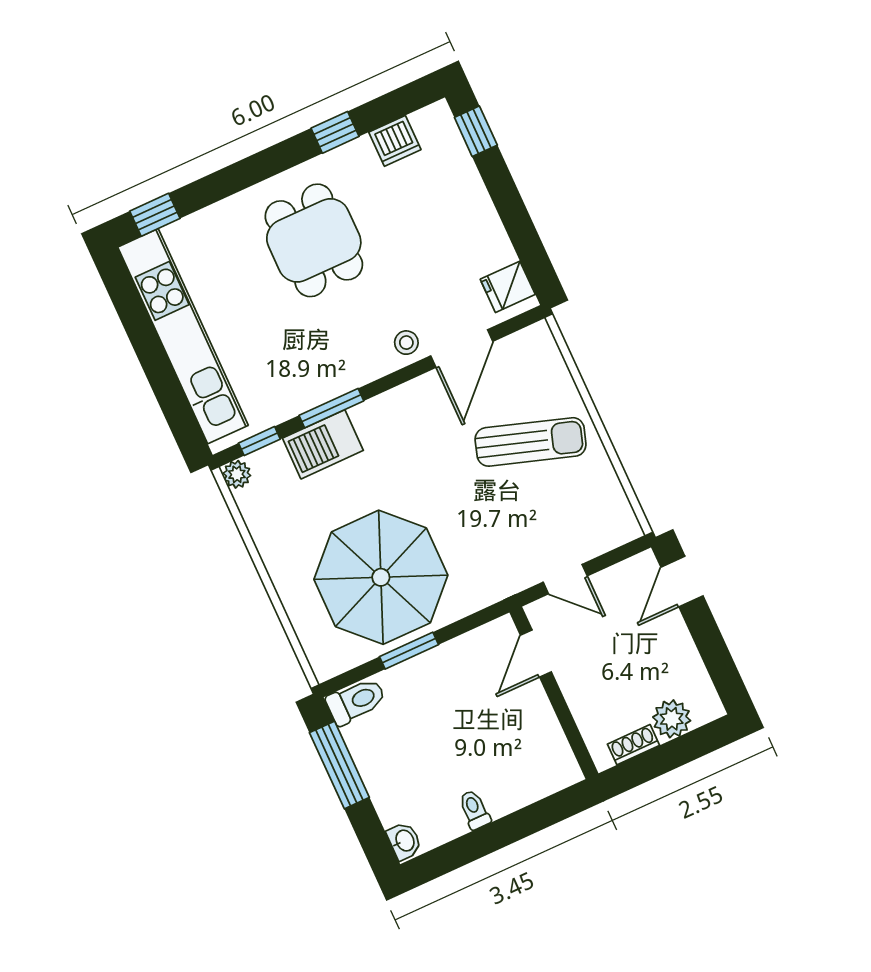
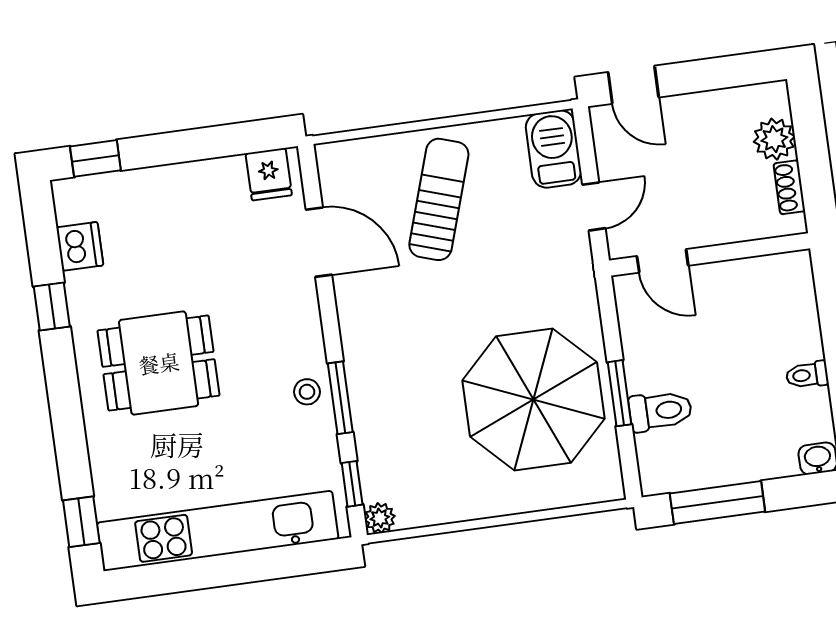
stool: (406, 343) -> (307, 392), moved
barbecue: (323, 444) -> (553, 149), moved, turned 180
toilet: (356, 701) -> (660, 411), moved, turned 90

